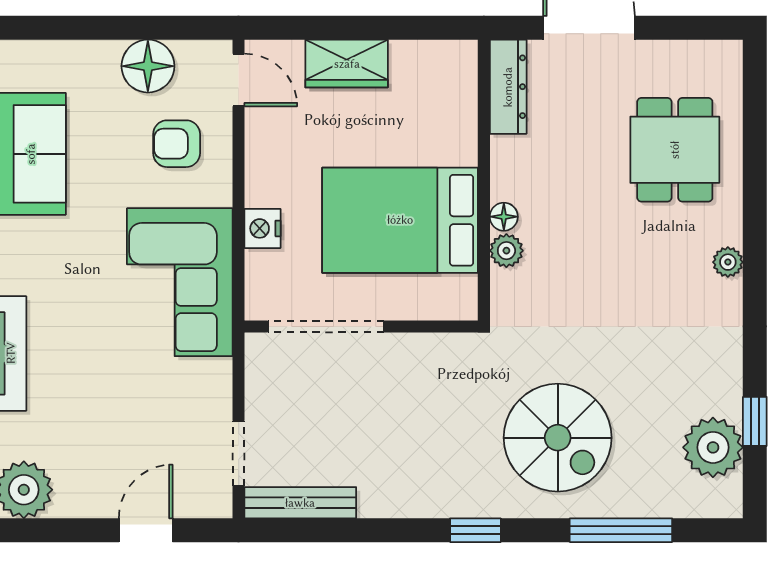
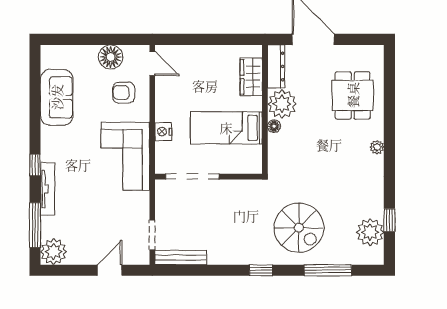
wardrobe: (347, 64) -> (251, 77), moved, turned 90
bed: (400, 220) -> (226, 128), width x0.67
plant: (506, 251) -> (282, 104), moved, width x1.87, depth x1.87

